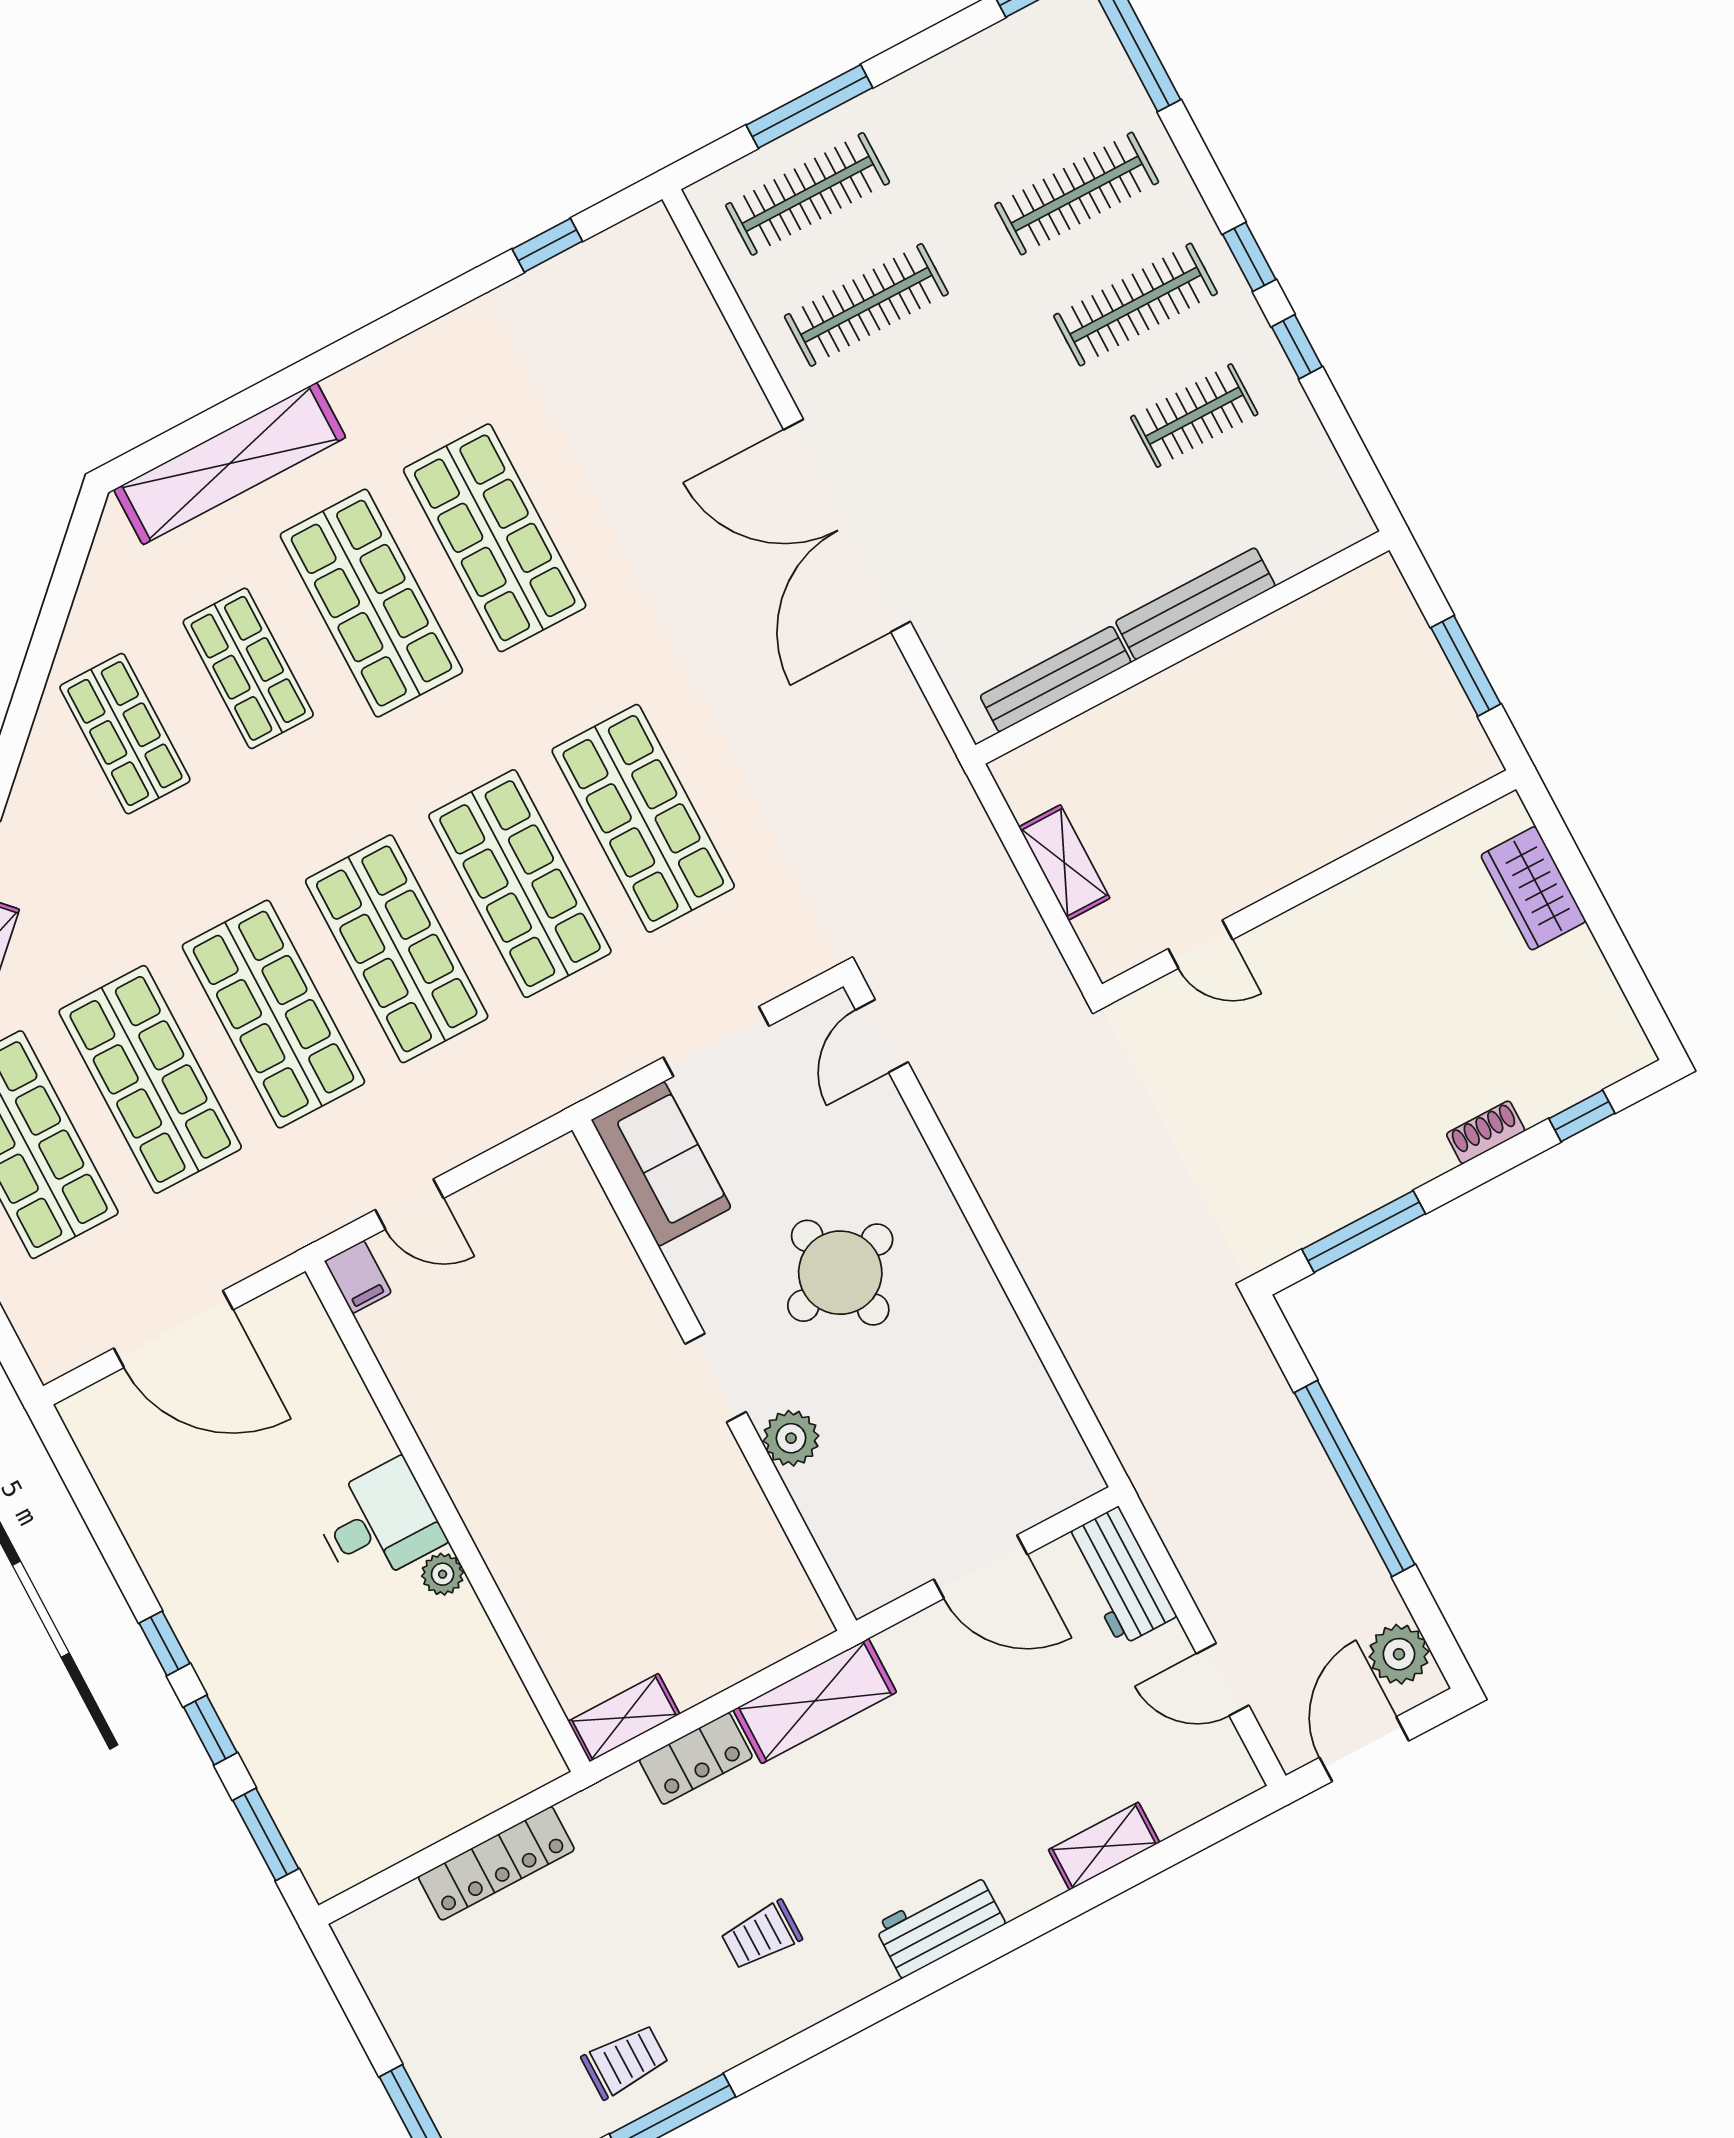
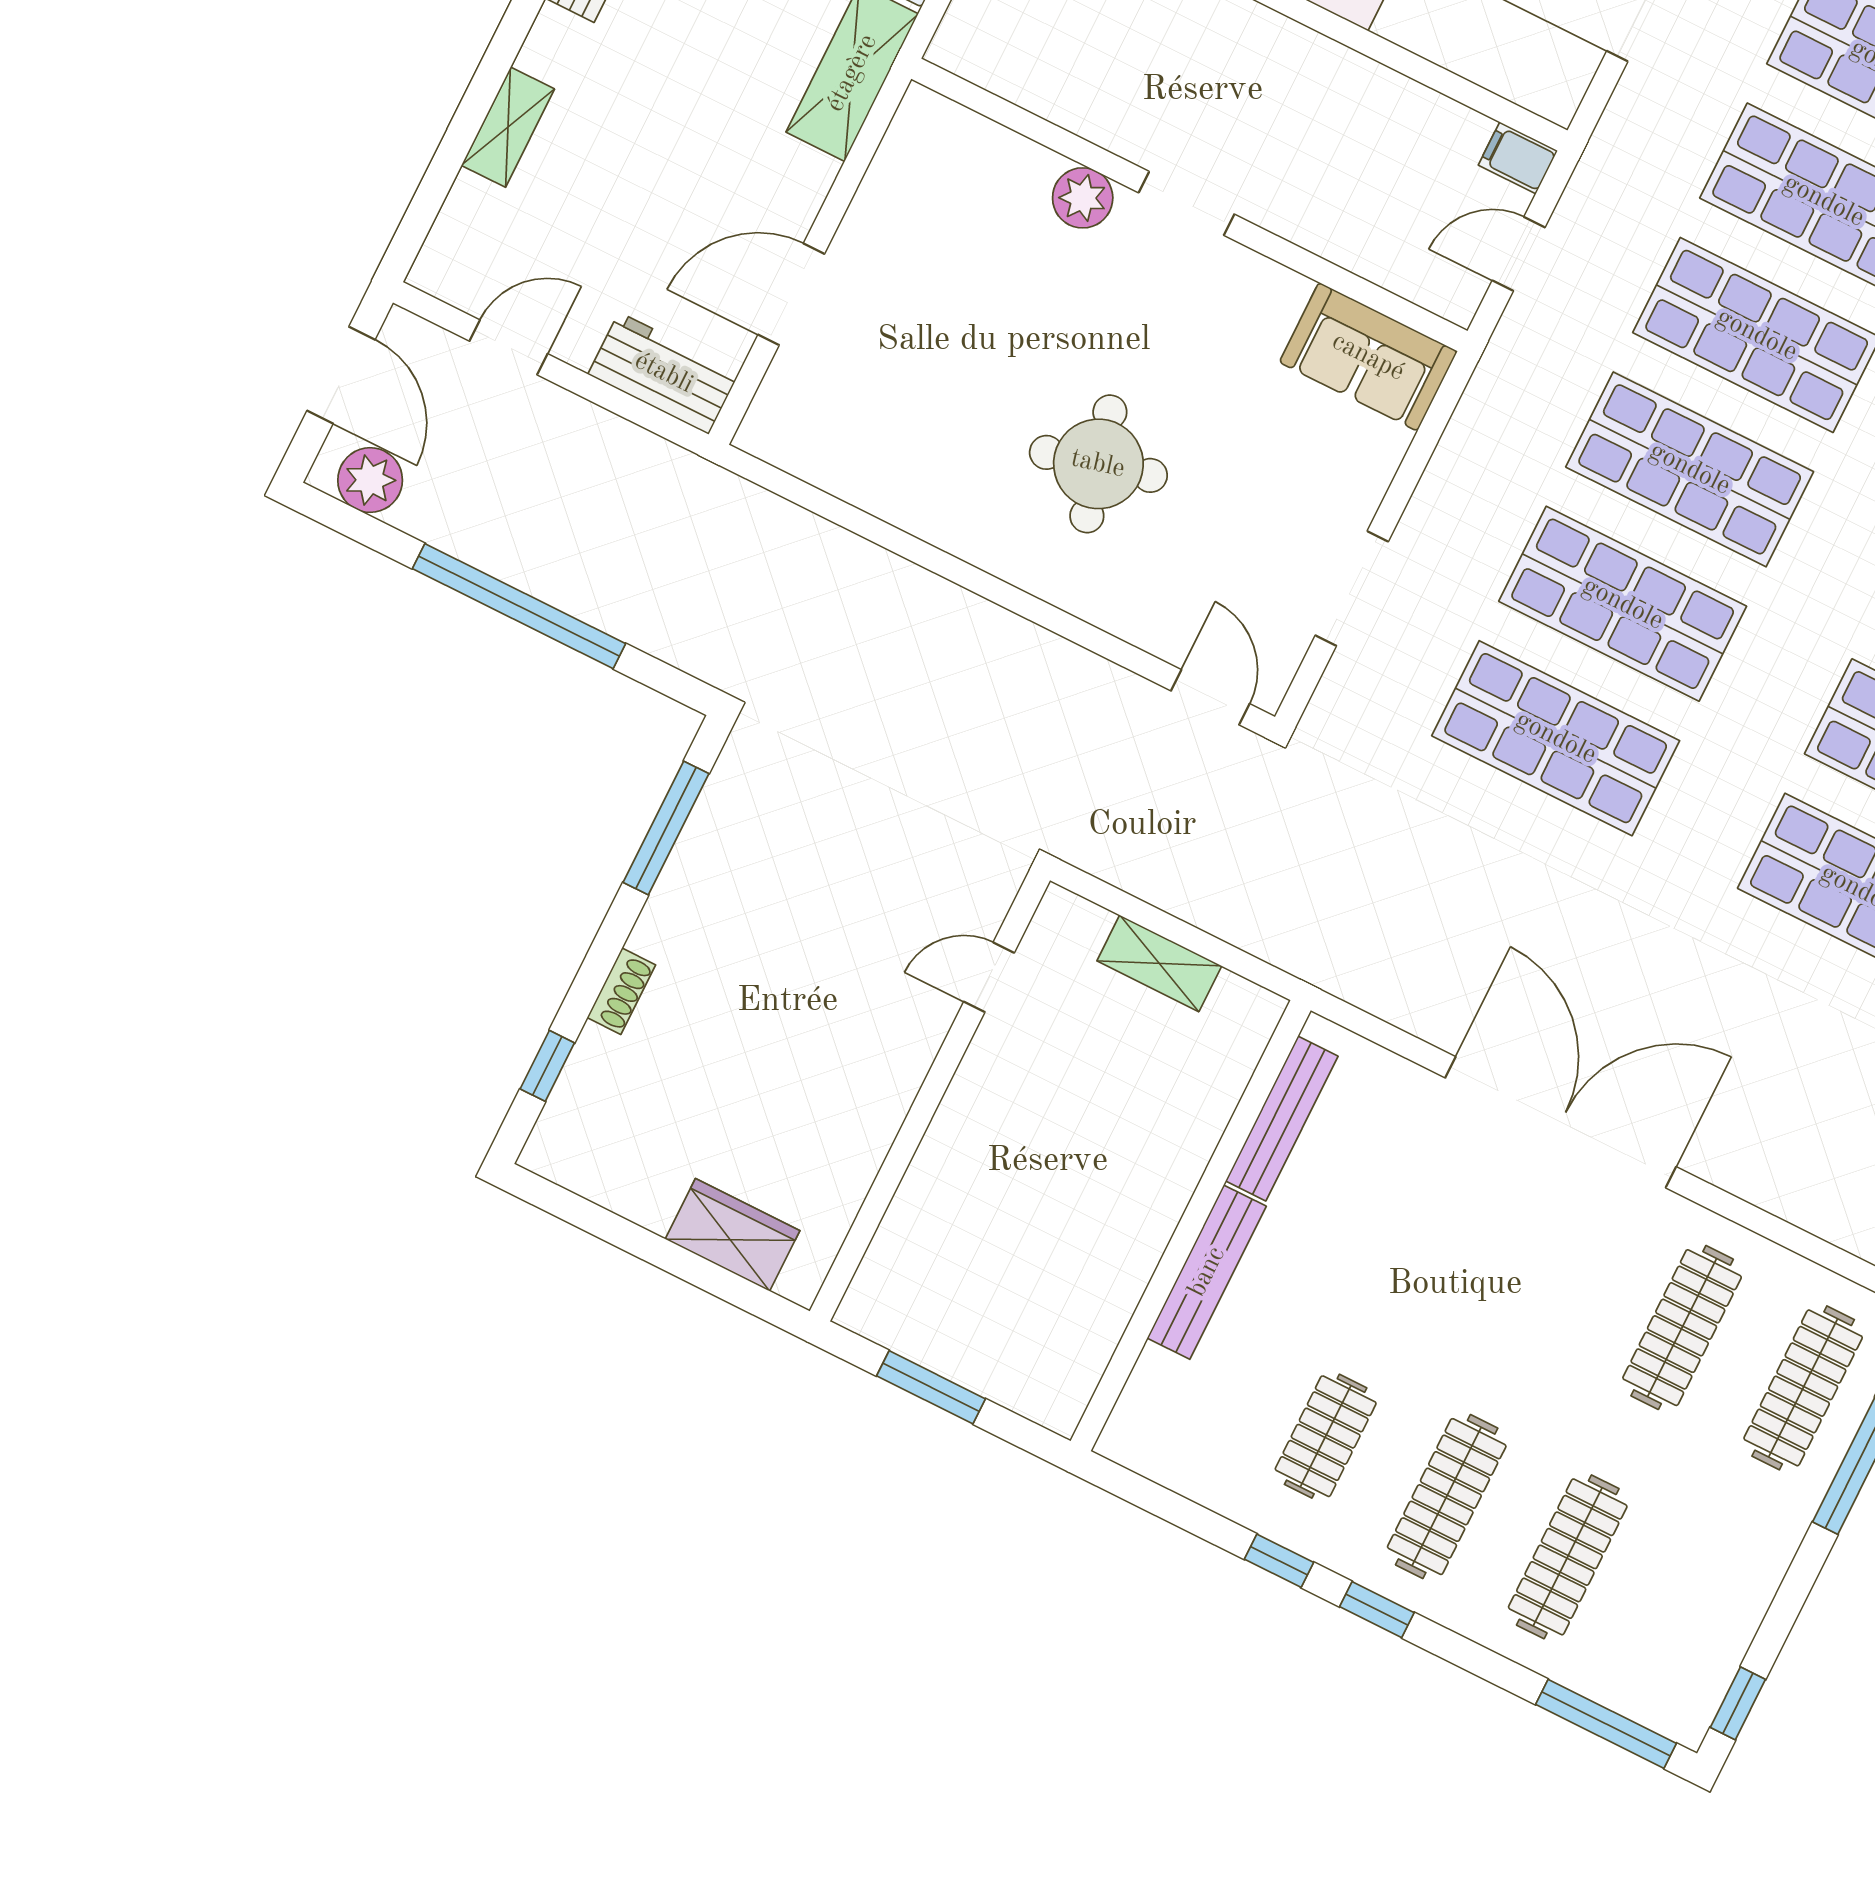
sofa: (661, 1164) -> (1368, 357), moved
wall: (714, 1375) -> (1189, 205), moved
doorway: (716, 1378) -> (1186, 203), moved
plant: (791, 1438) -> (1083, 198), moved

